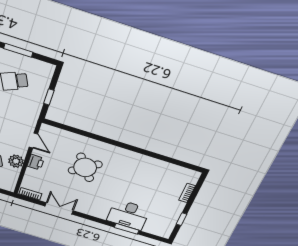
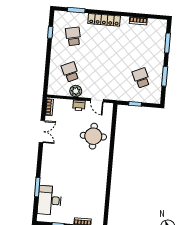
door: (33, 140) -> (97, 100), hinge flipped
round table: (85, 167) -> (93, 136), moved, turned 36
desk: (128, 215) -> (50, 200), moved

